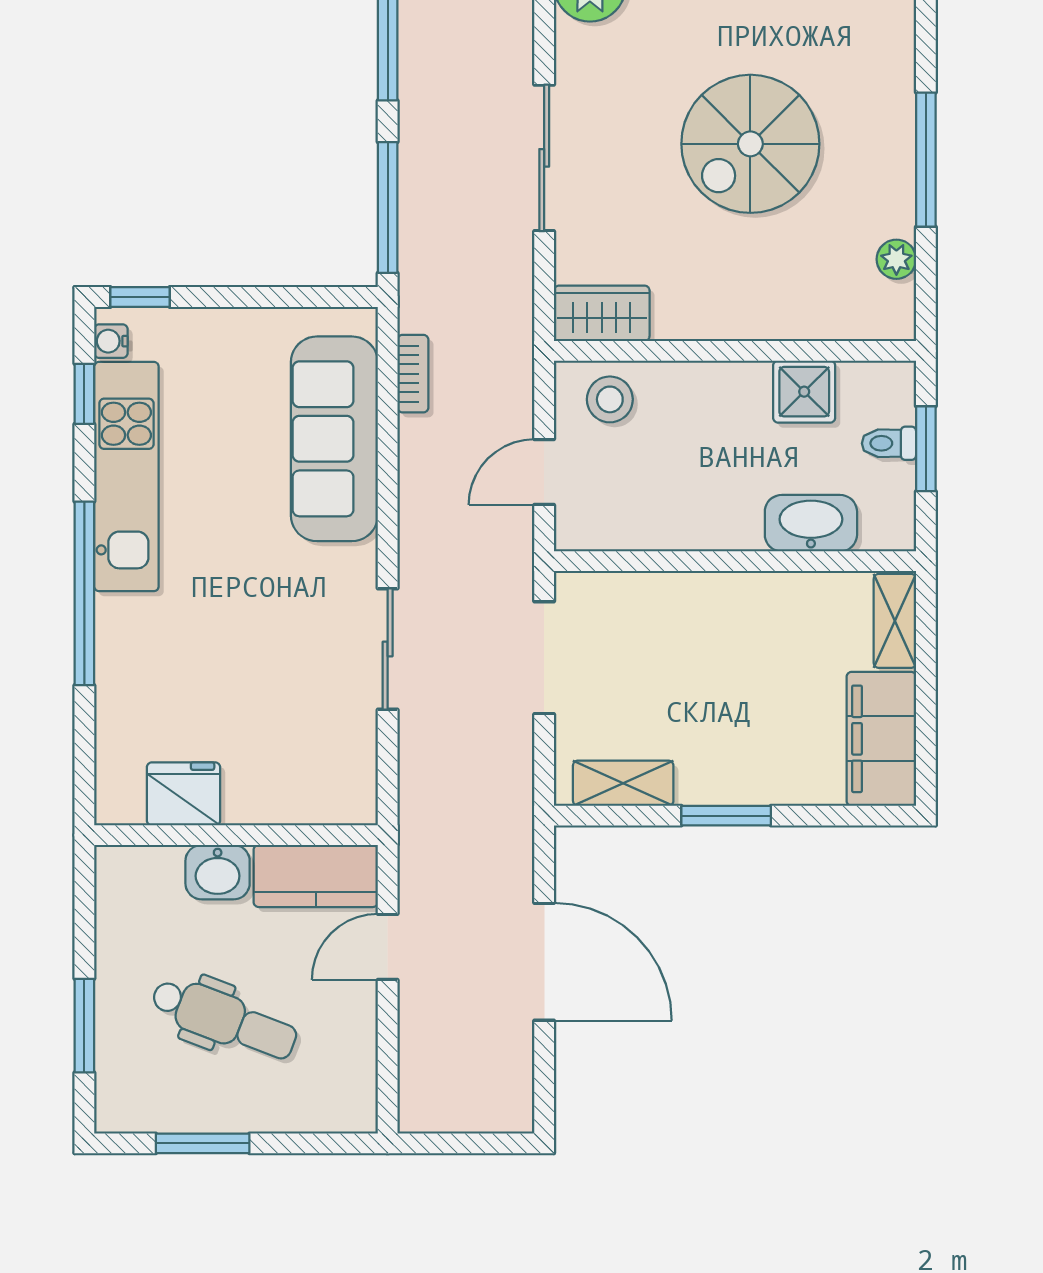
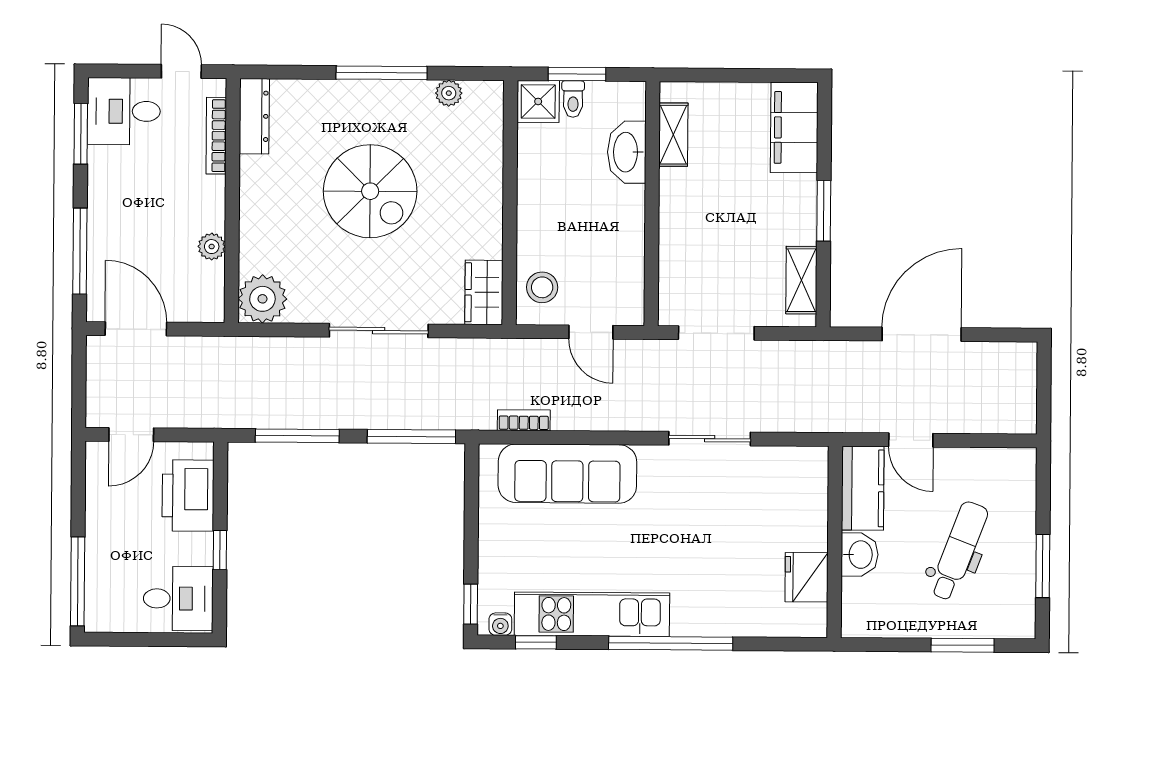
shower: (804, 392) -> (538, 101), moved
shelving: (895, 621) -> (673, 135), moved, turned 90
filing cabinet: (881, 739) -> (794, 128), moved, turned 90

